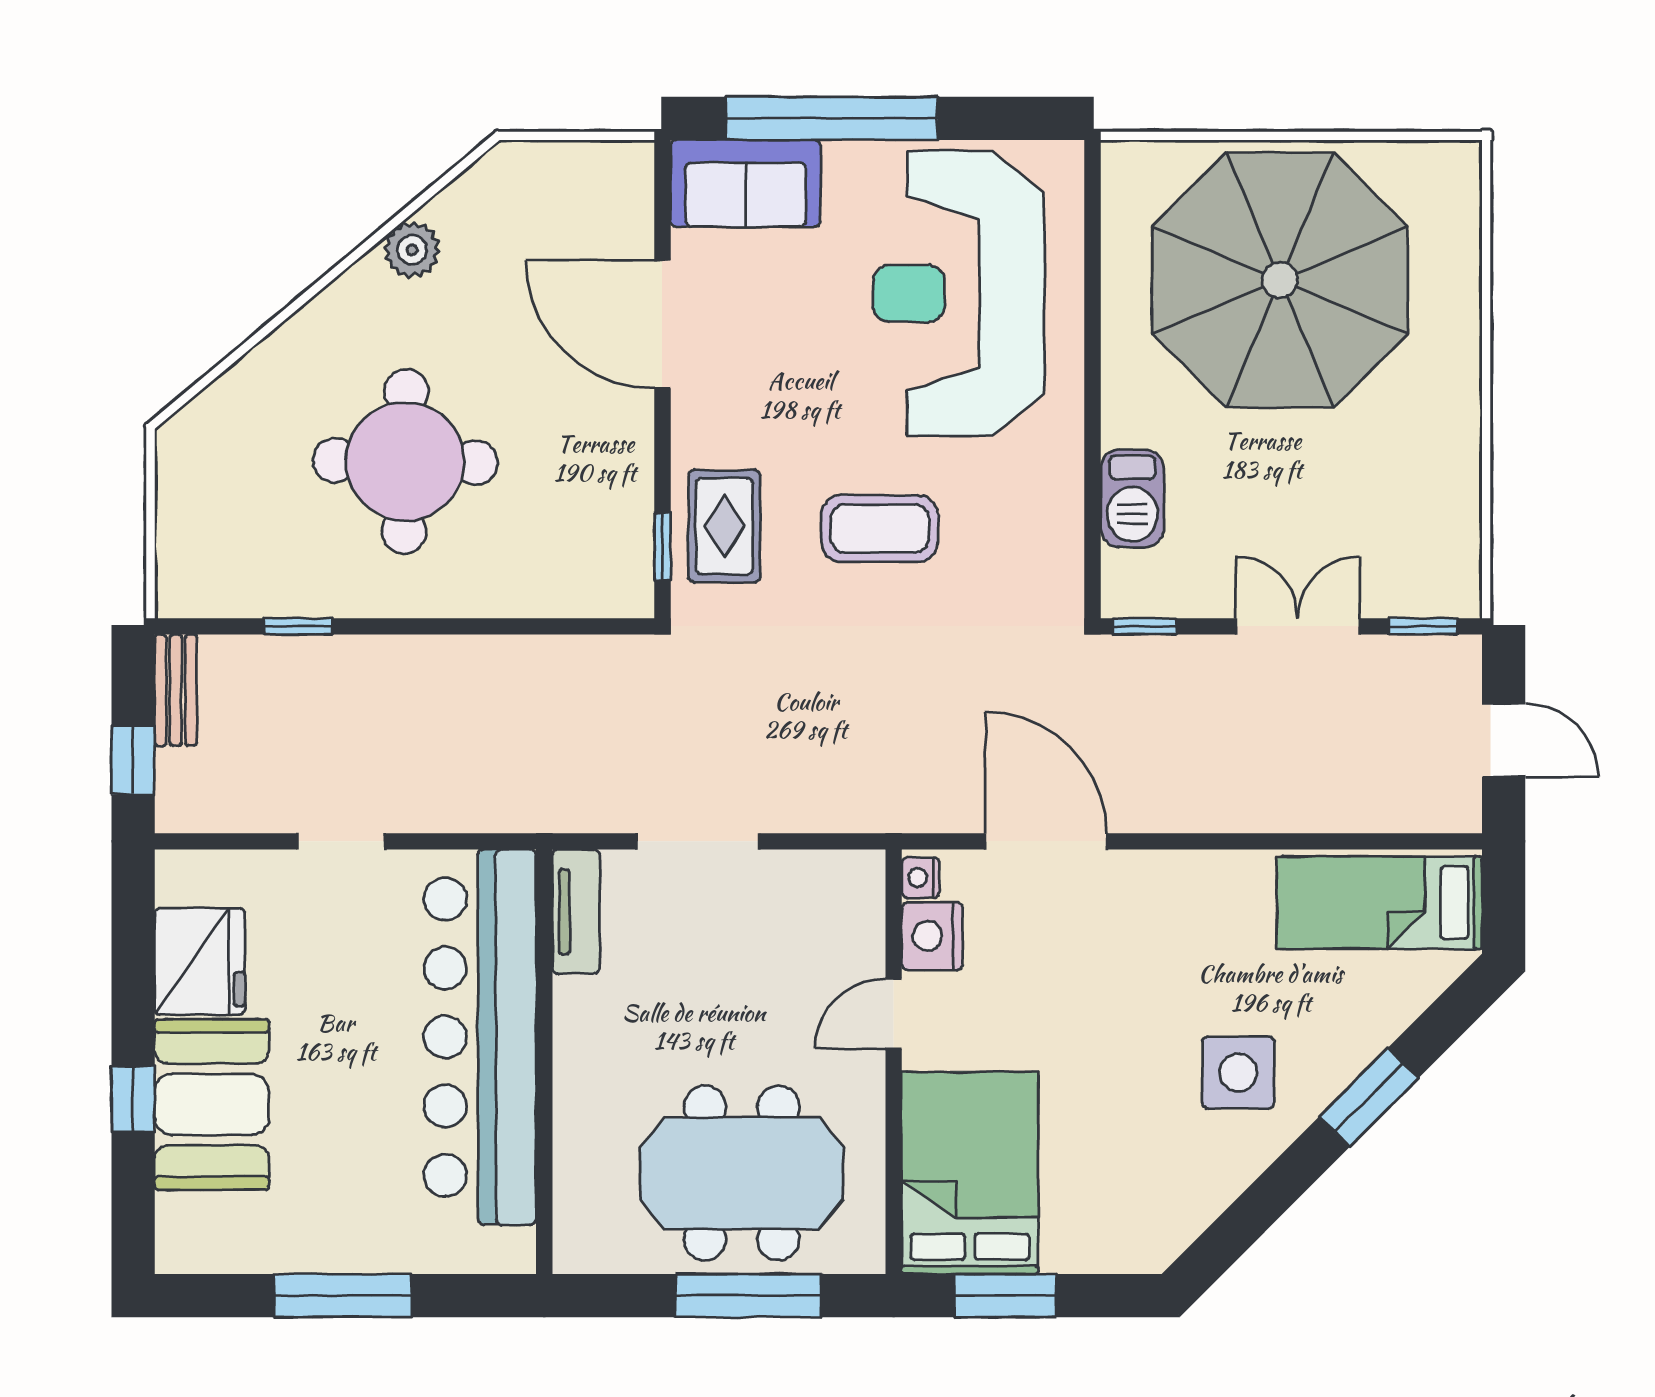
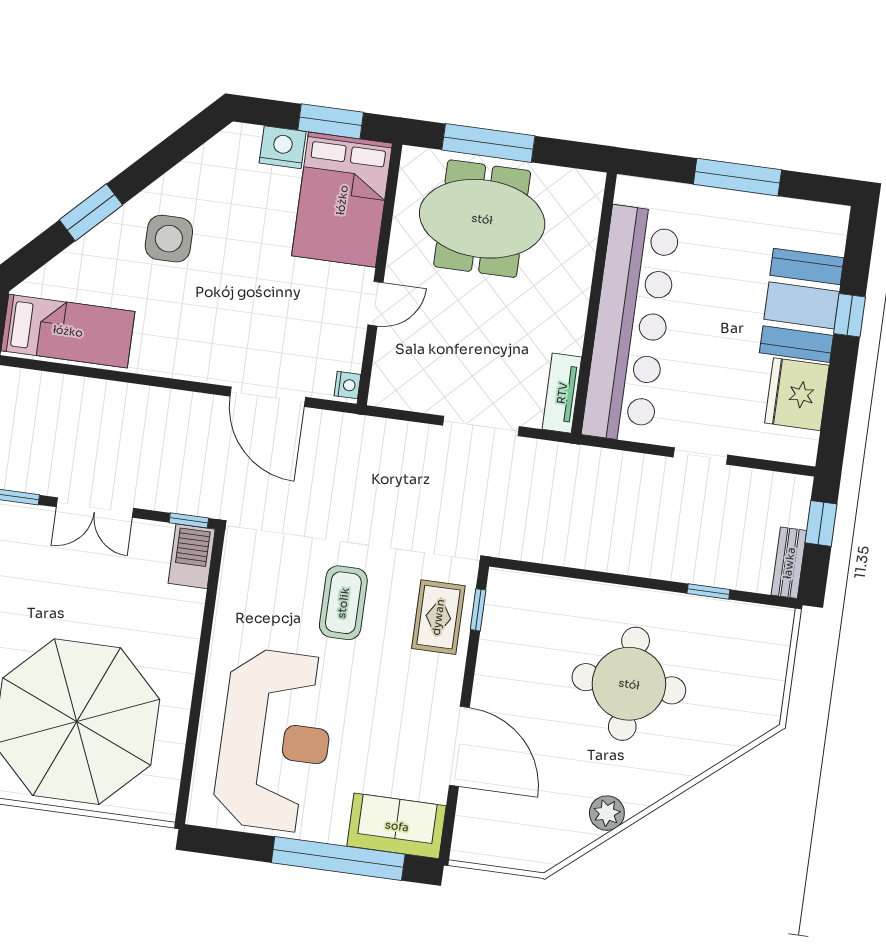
barbecue: (1132, 499) -> (192, 556), moved
coffee table: (879, 529) -> (343, 603), turned 90
nightstand: (932, 936) -> (283, 147), moved, turned -90

